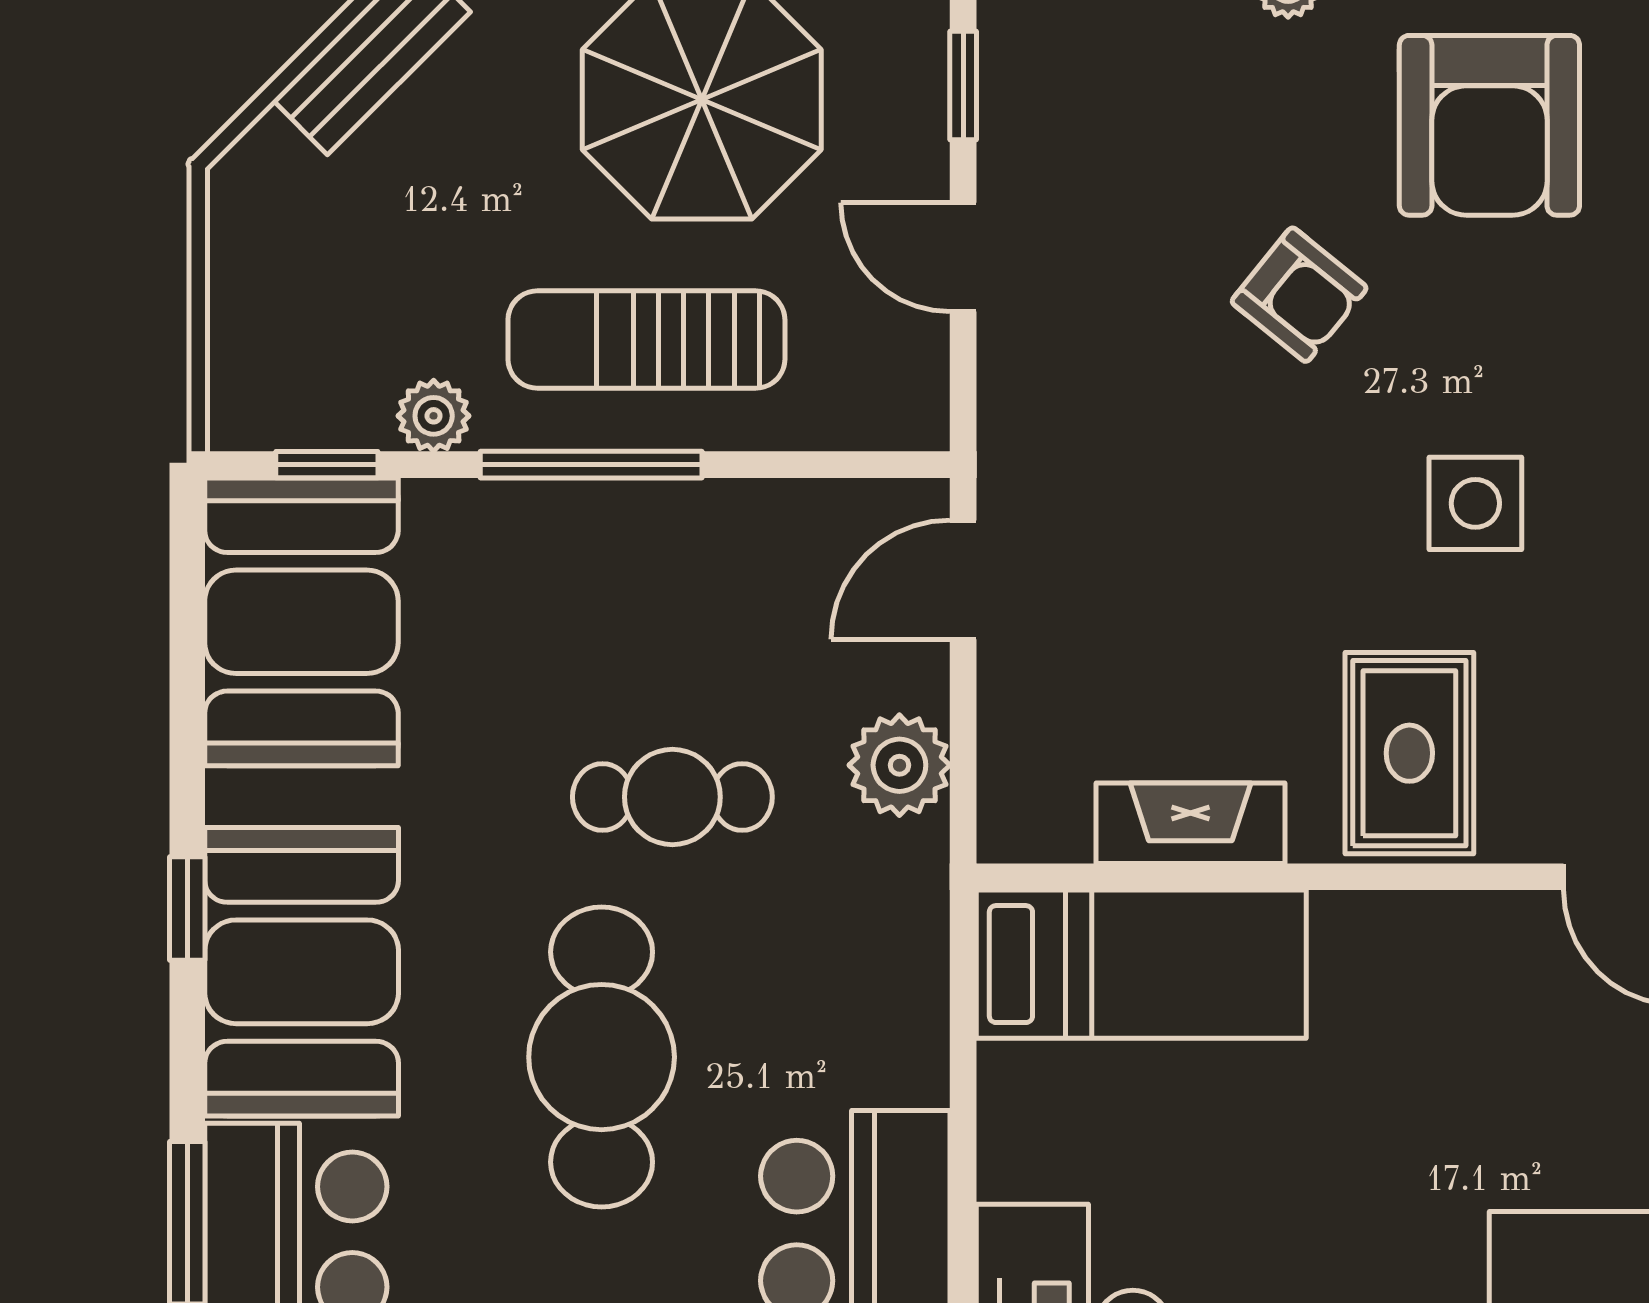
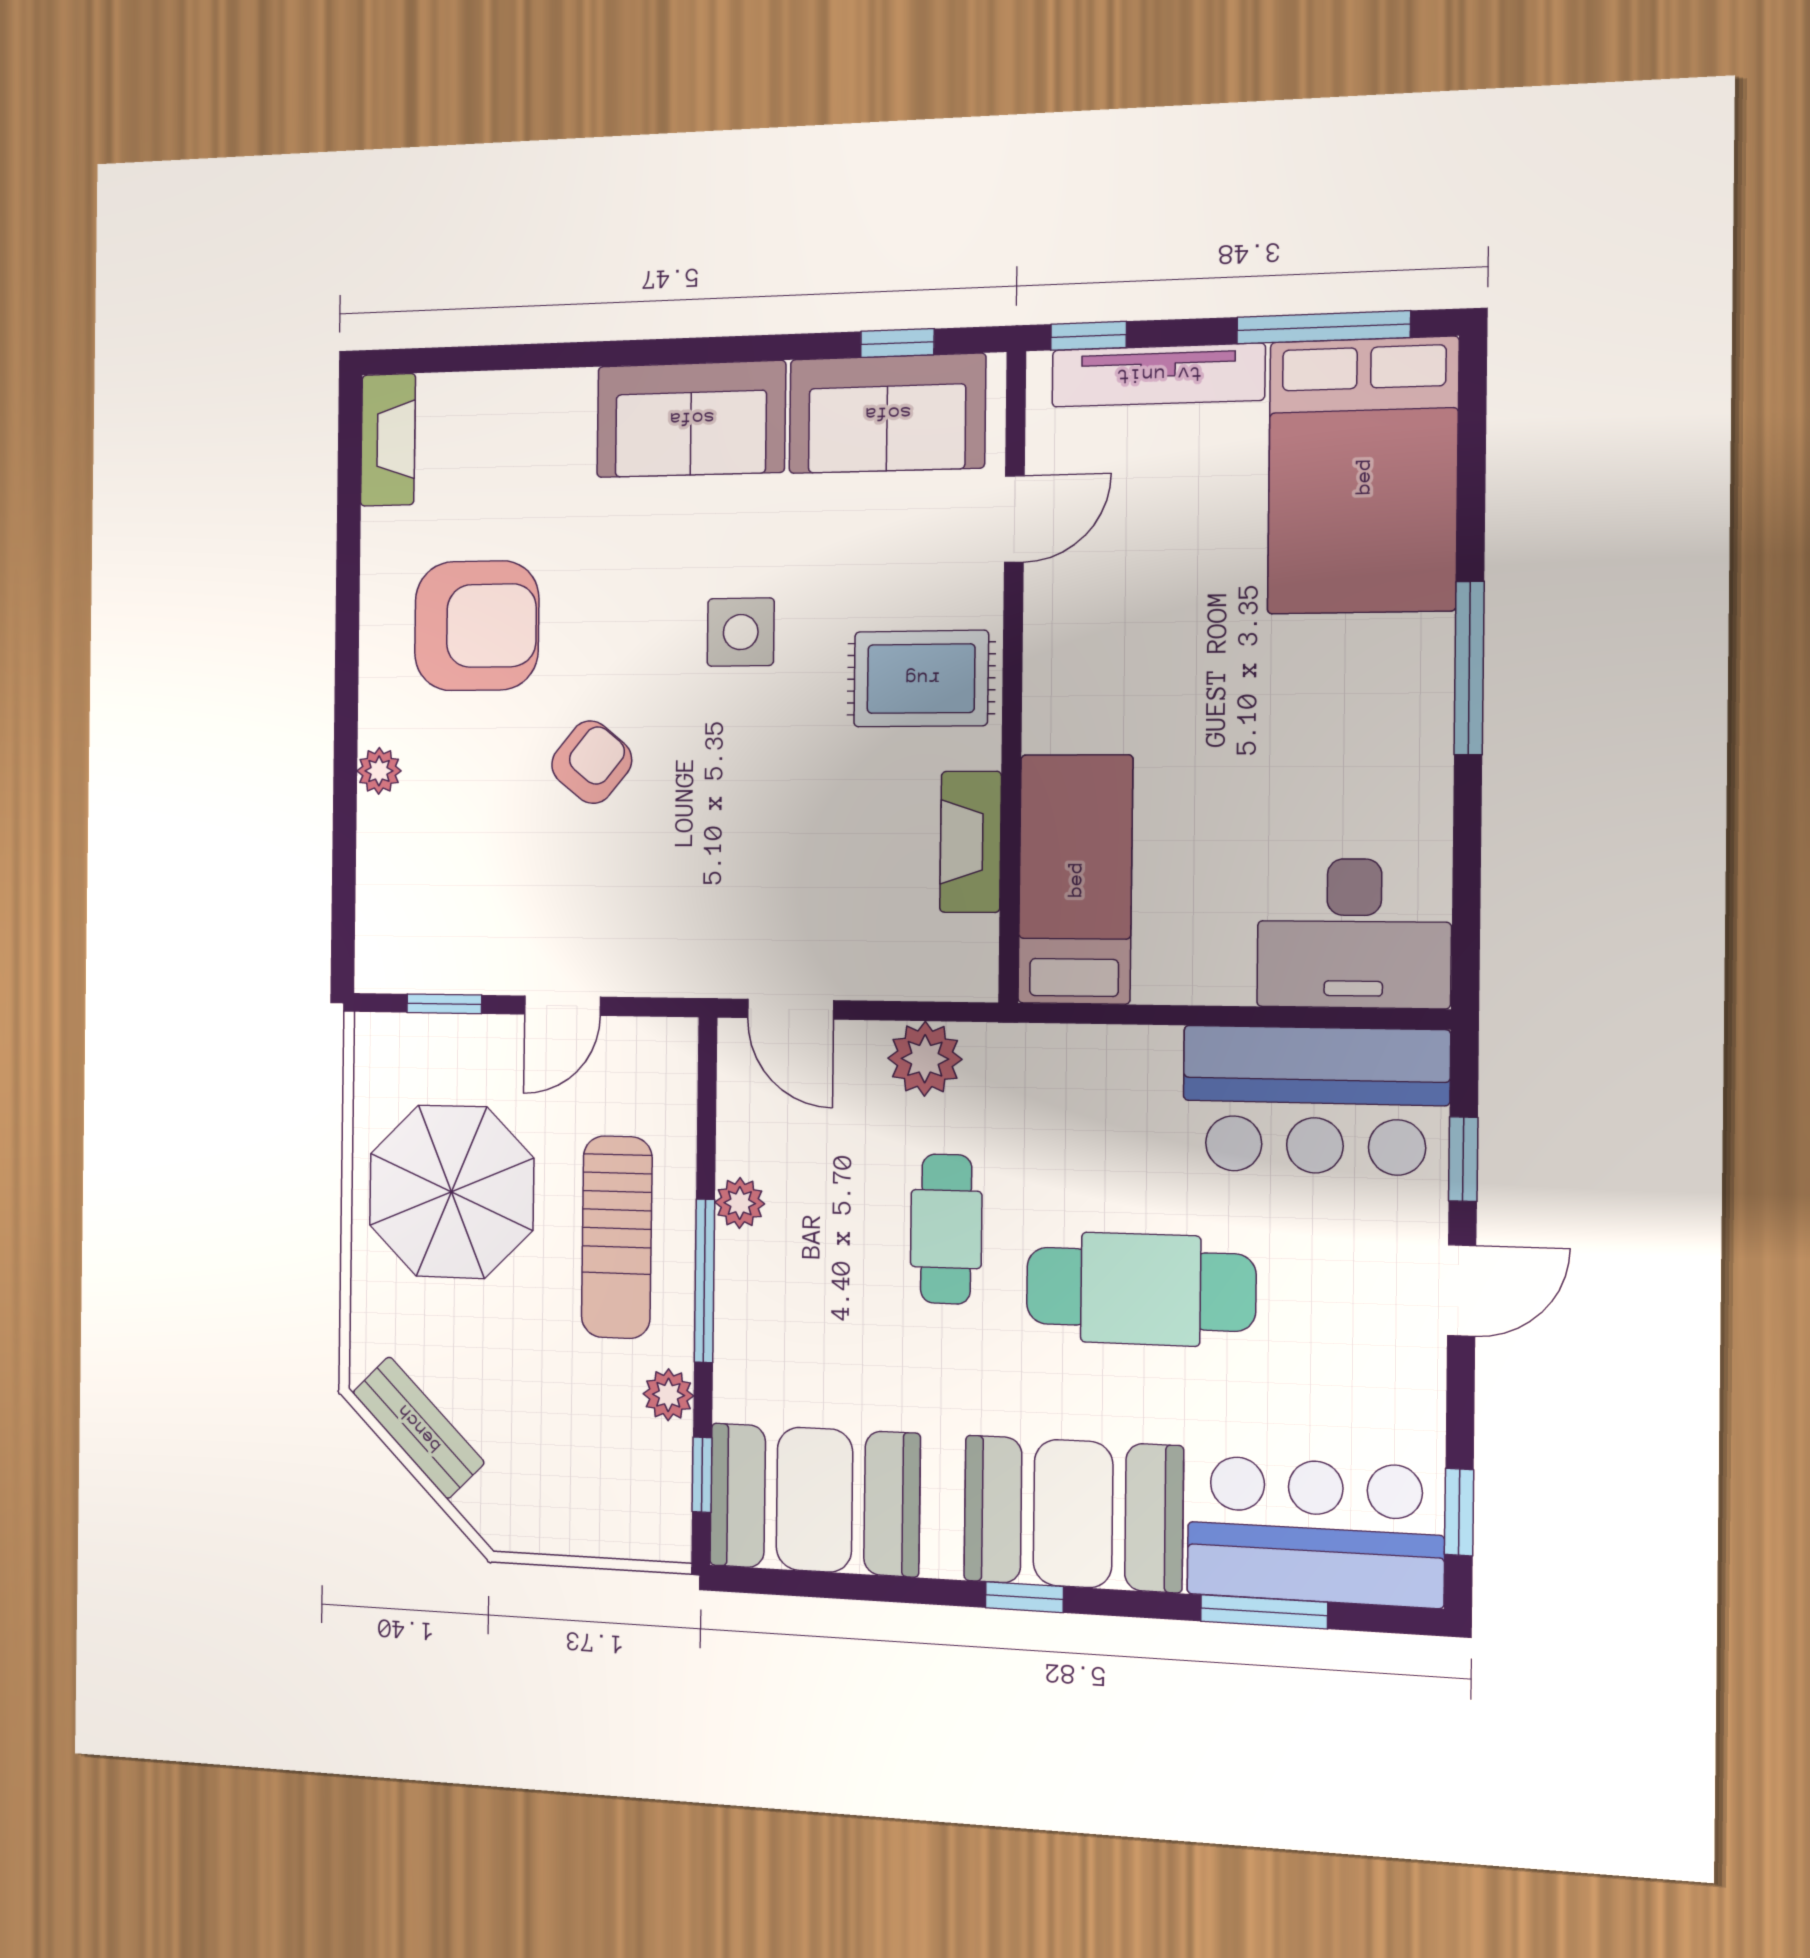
plant: (699, 513) -> (740, 1203), added

